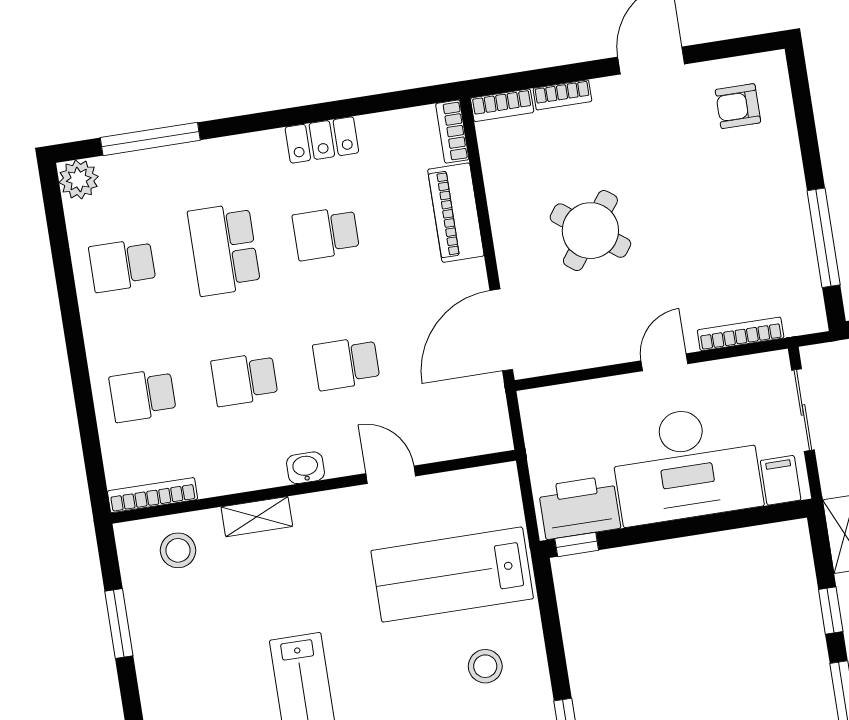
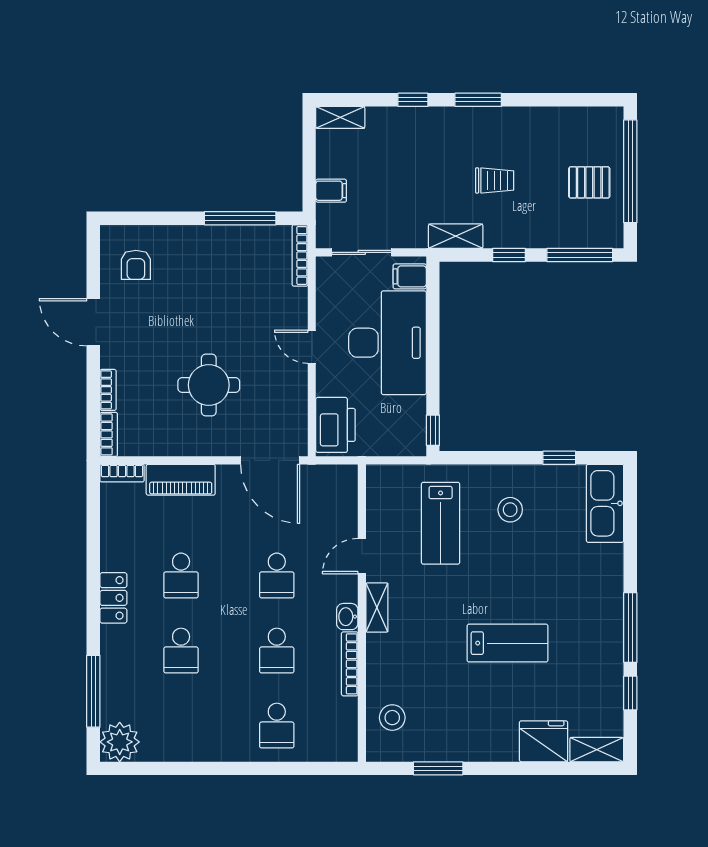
locker: (322, 140) -> (113, 598), moved
plant: (79, 179) -> (120, 742), width x1.36, depth x1.36
round table: (590, 231) -> (209, 385), turned -37
school desk: (224, 249) -> (181, 651), width x0.54
school desk: (122, 265) -> (181, 726), removed
bookcase: (741, 334) -> (300, 255), moved
bookcase: (152, 495) -> (350, 664), moved
printer: (579, 507) -> (335, 425), moved, turned 180
shelving: (257, 517) -> (377, 607), moved
lab bench: (452, 575) -> (441, 523), width x0.73, depth x0.72

